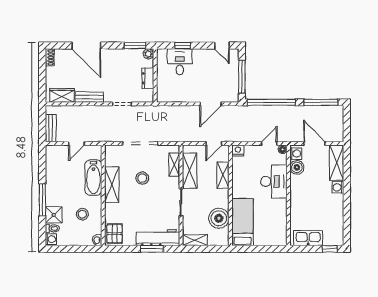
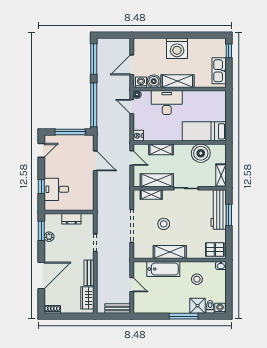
plant: (148, 54) -> (49, 237), moved
shelving: (337, 163) -> (177, 81), moved
washing machine: (338, 187) -> (177, 48), width x1.89, depth x1.89

